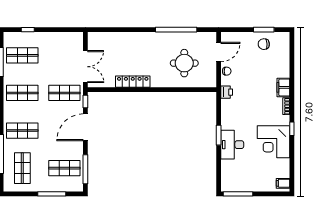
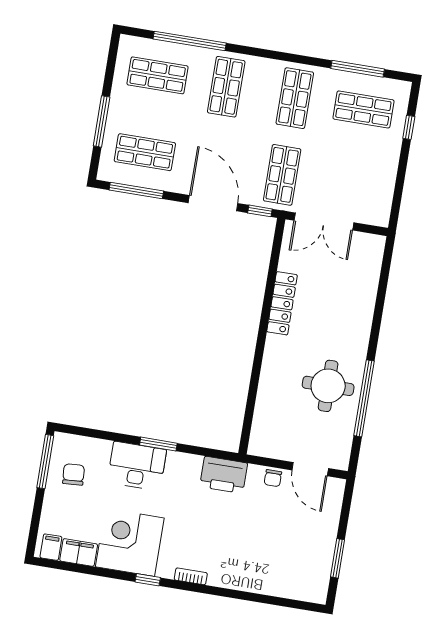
chair: (264, 44) -> (74, 475), moved
shop shelf: (22, 55) -> (363, 109), turned 90
round table: (184, 63) -> (328, 386), moved
filing cabinet: (283, 87) -> (79, 552), moved
printer: (227, 92) -> (224, 475), width x1.87, depth x1.48
shop shelf: (64, 168) -> (145, 152), turned 90

